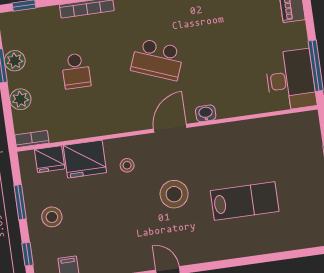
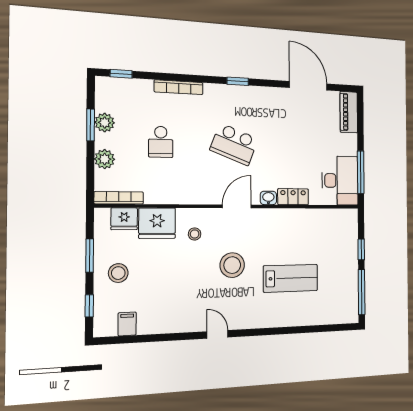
locker: (235, 108) -> (293, 197), added
bookcase: (32, 139) -> (119, 198), width x1.56

